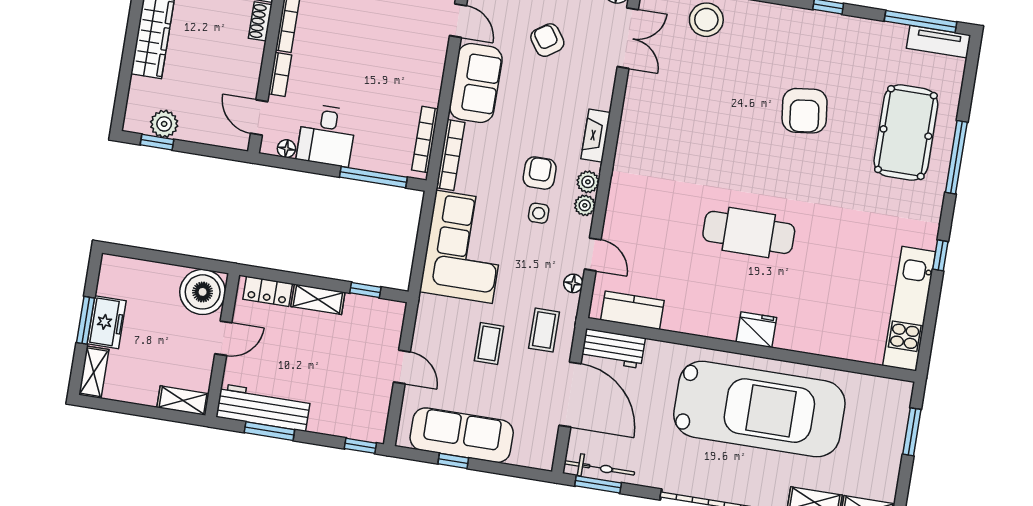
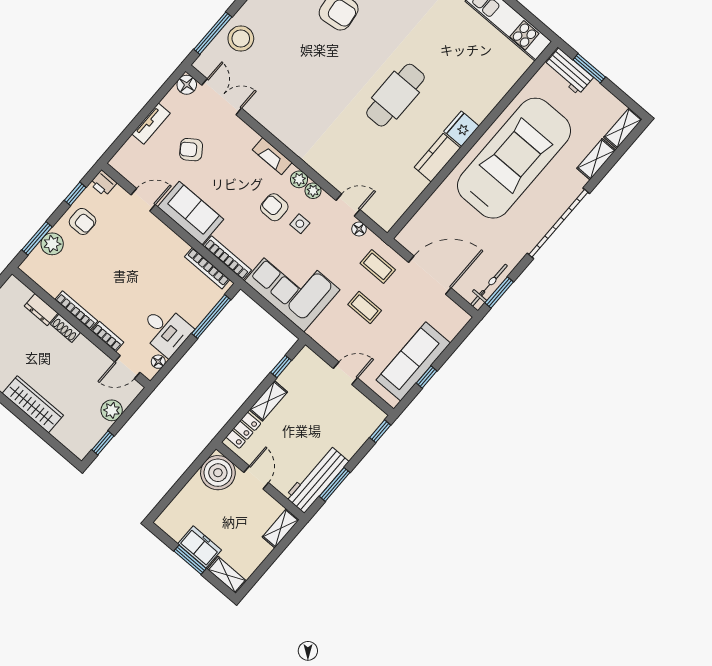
plant: (164, 124) -> (112, 410), moved
kitchen counter: (632, 310) -> (437, 158), moved
workbench: (613, 349) -> (569, 71), moved, turned 90

